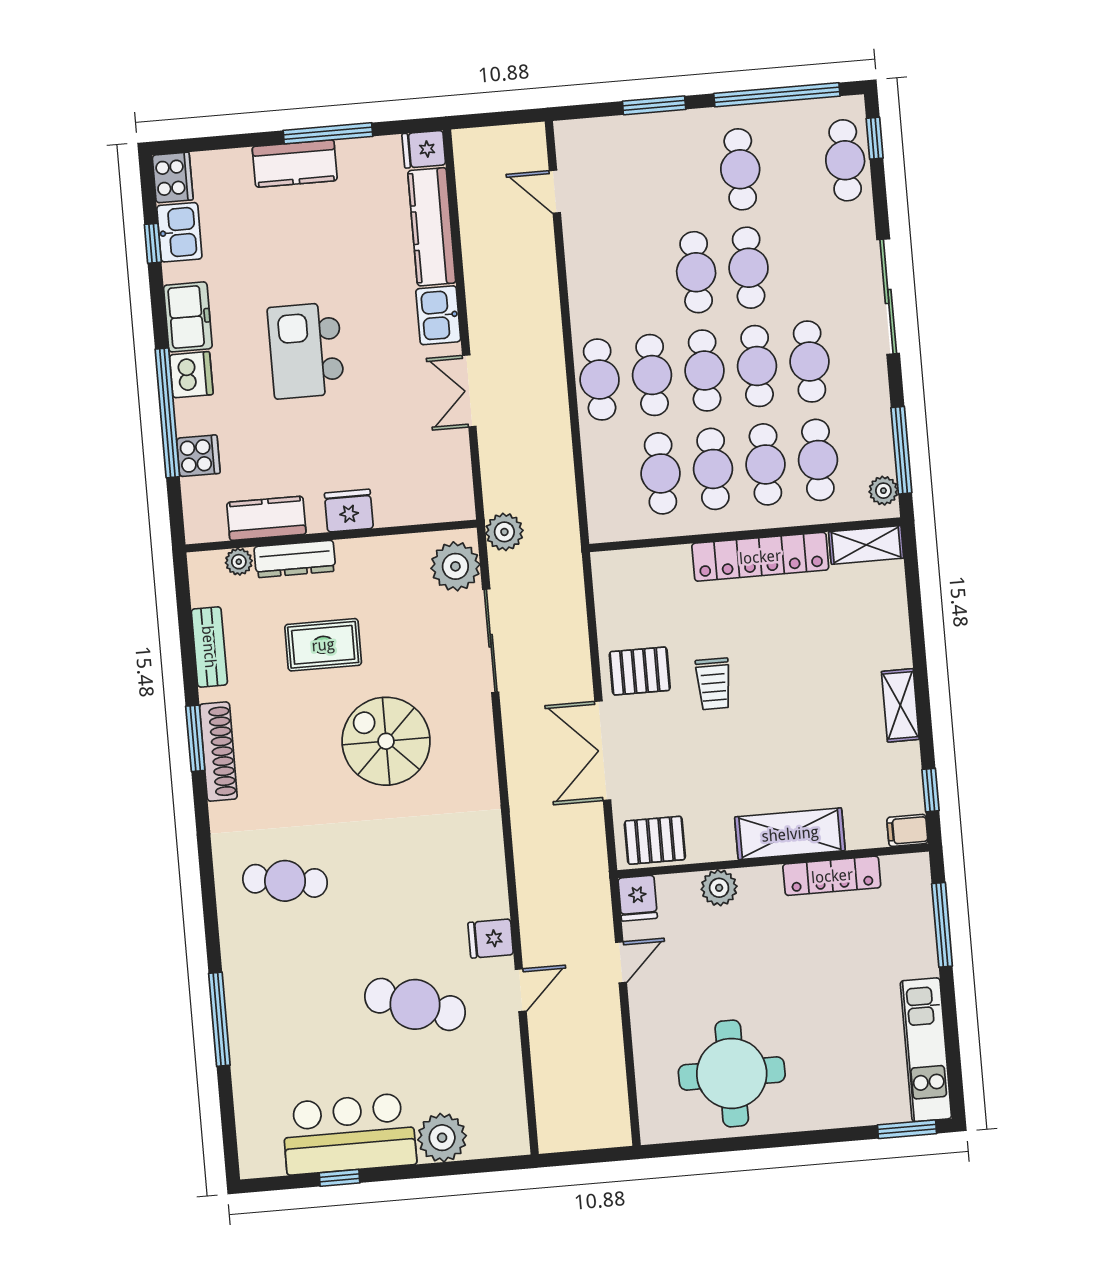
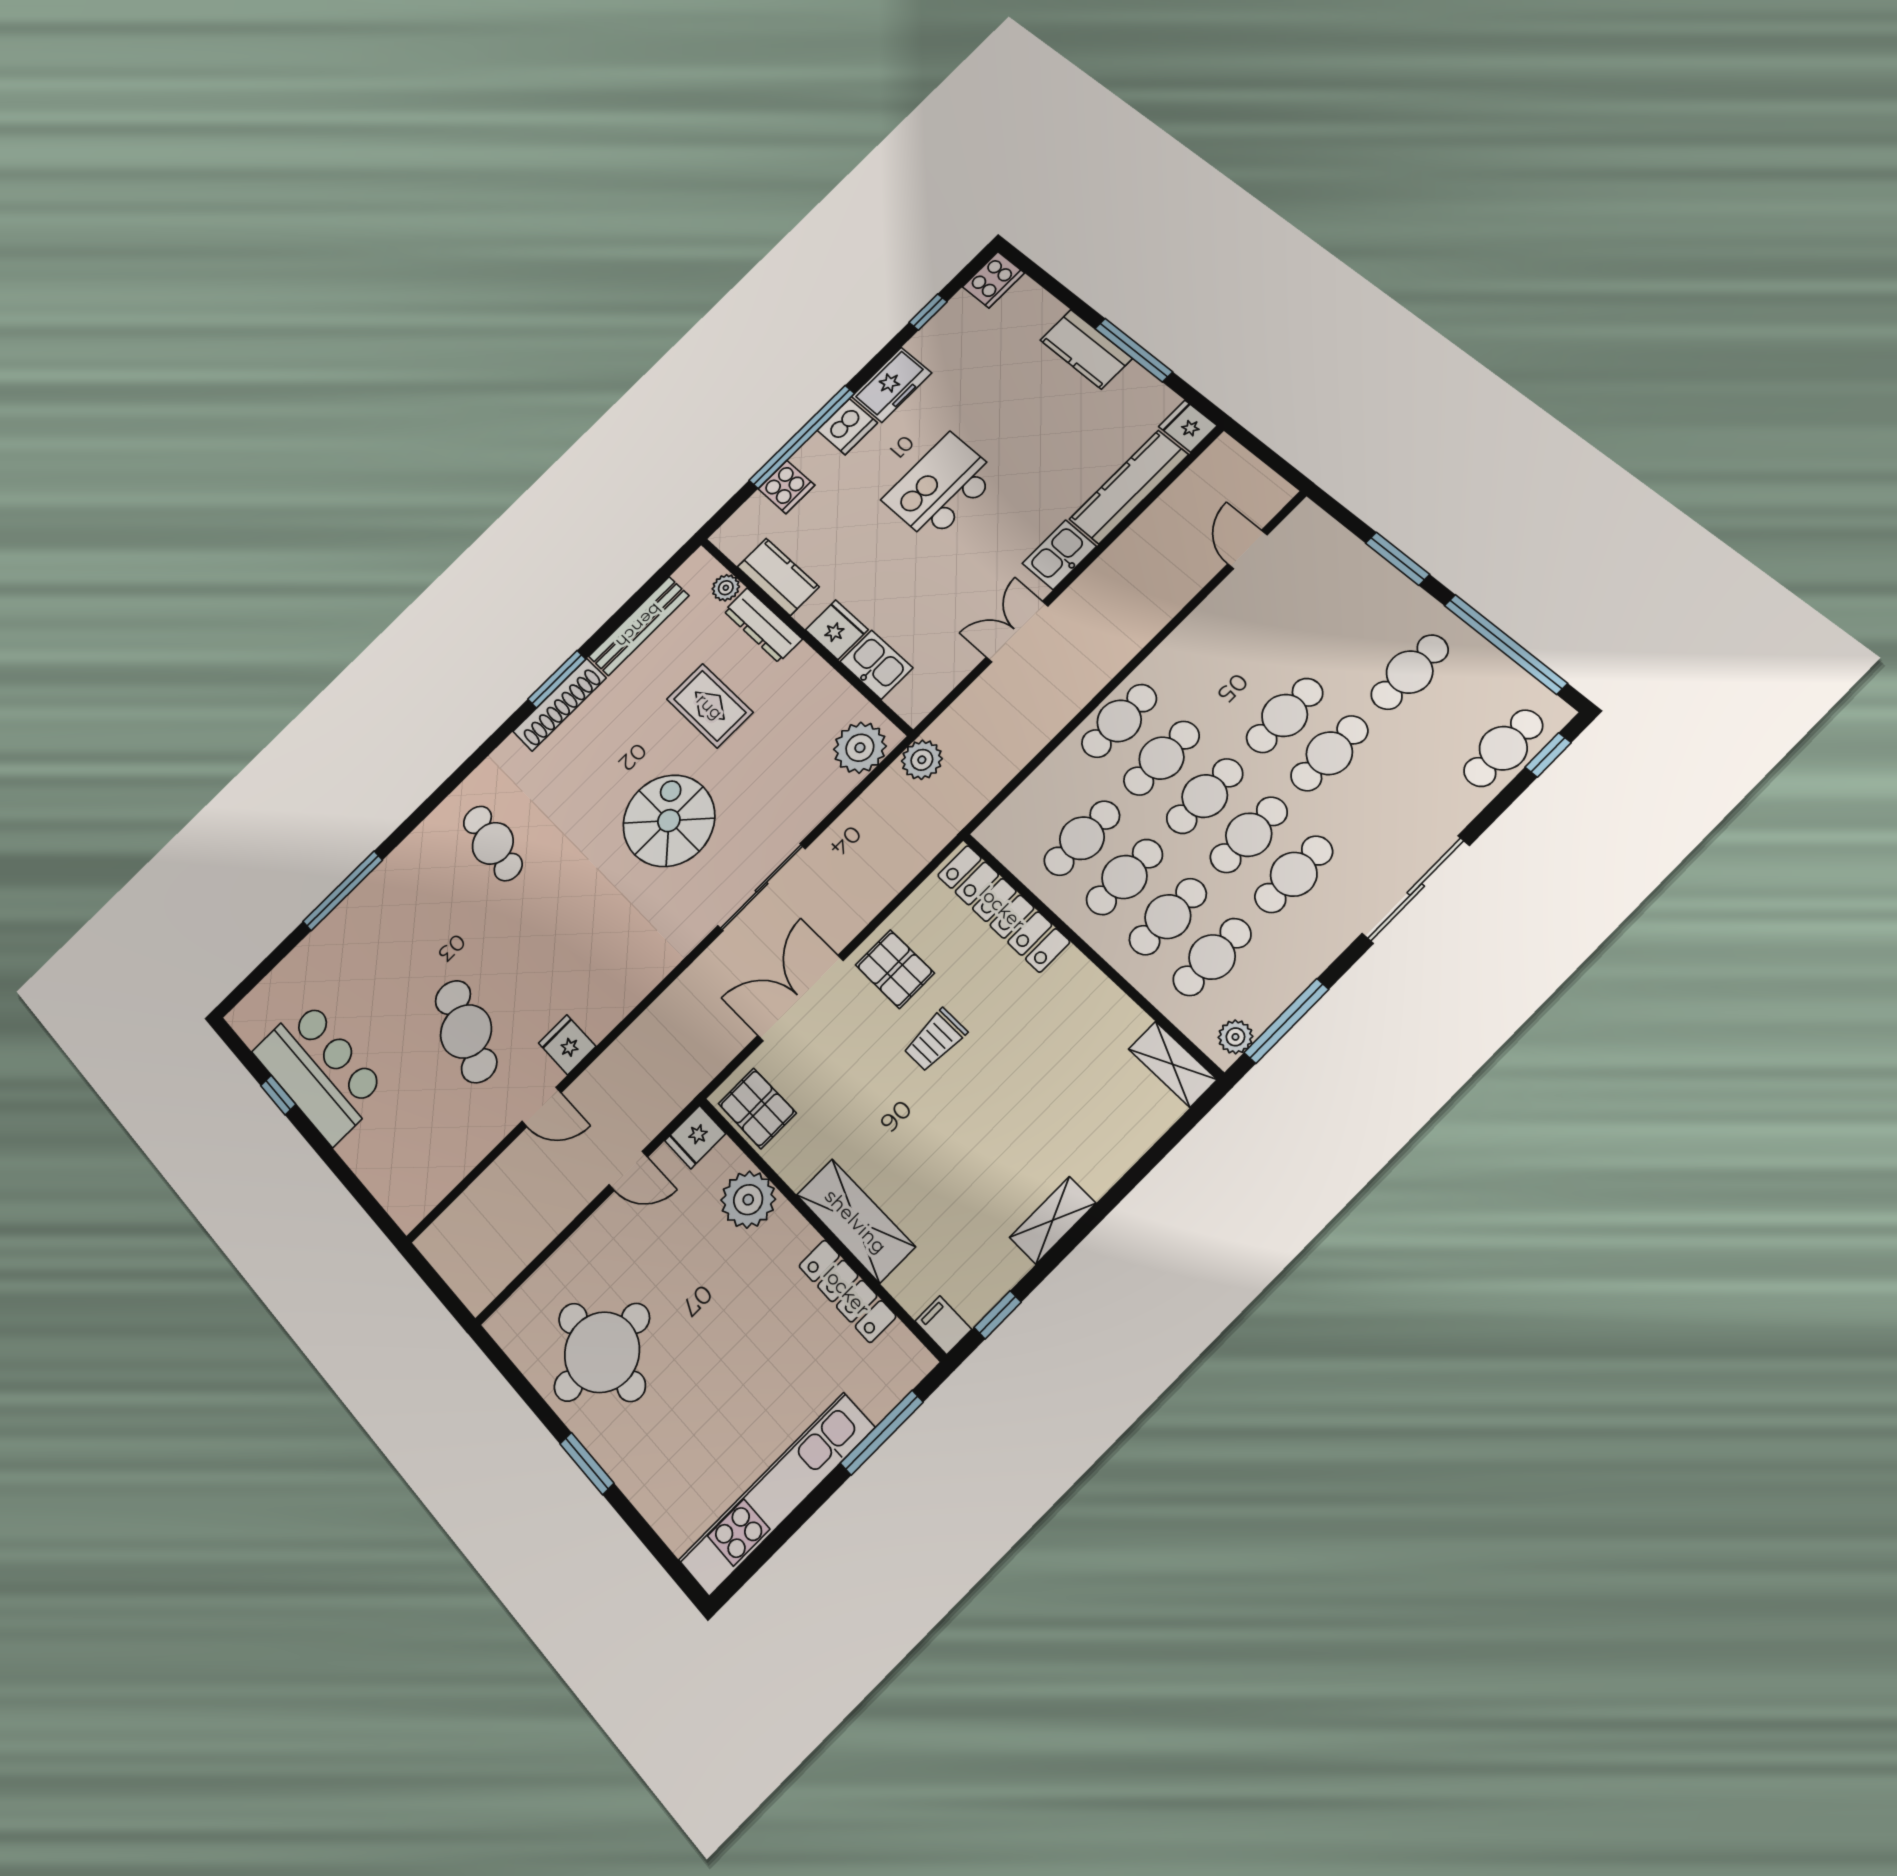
kitchen sink: (179, 232) -> (876, 665), moved, turned -90
locker: (760, 557) -> (1003, 908), moved
sliding door: (491, 641) -> (761, 887), moved
bench: (209, 647) -> (639, 626), width x1.36
plant: (719, 888) -> (748, 1200), width x1.36, depth x1.36
kitchen unit: (926, 1050) -> (777, 1494), width x1.36
window: (907, 1129) -> (587, 1463), moved
plant: (442, 1138) -> (369, 1149), removed

